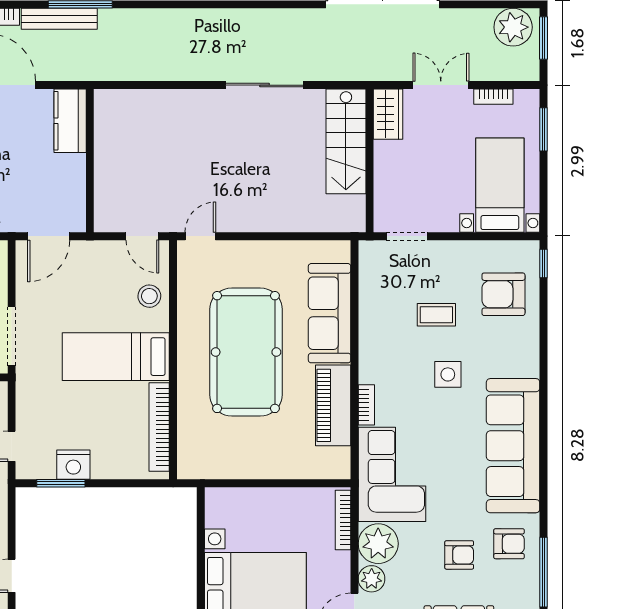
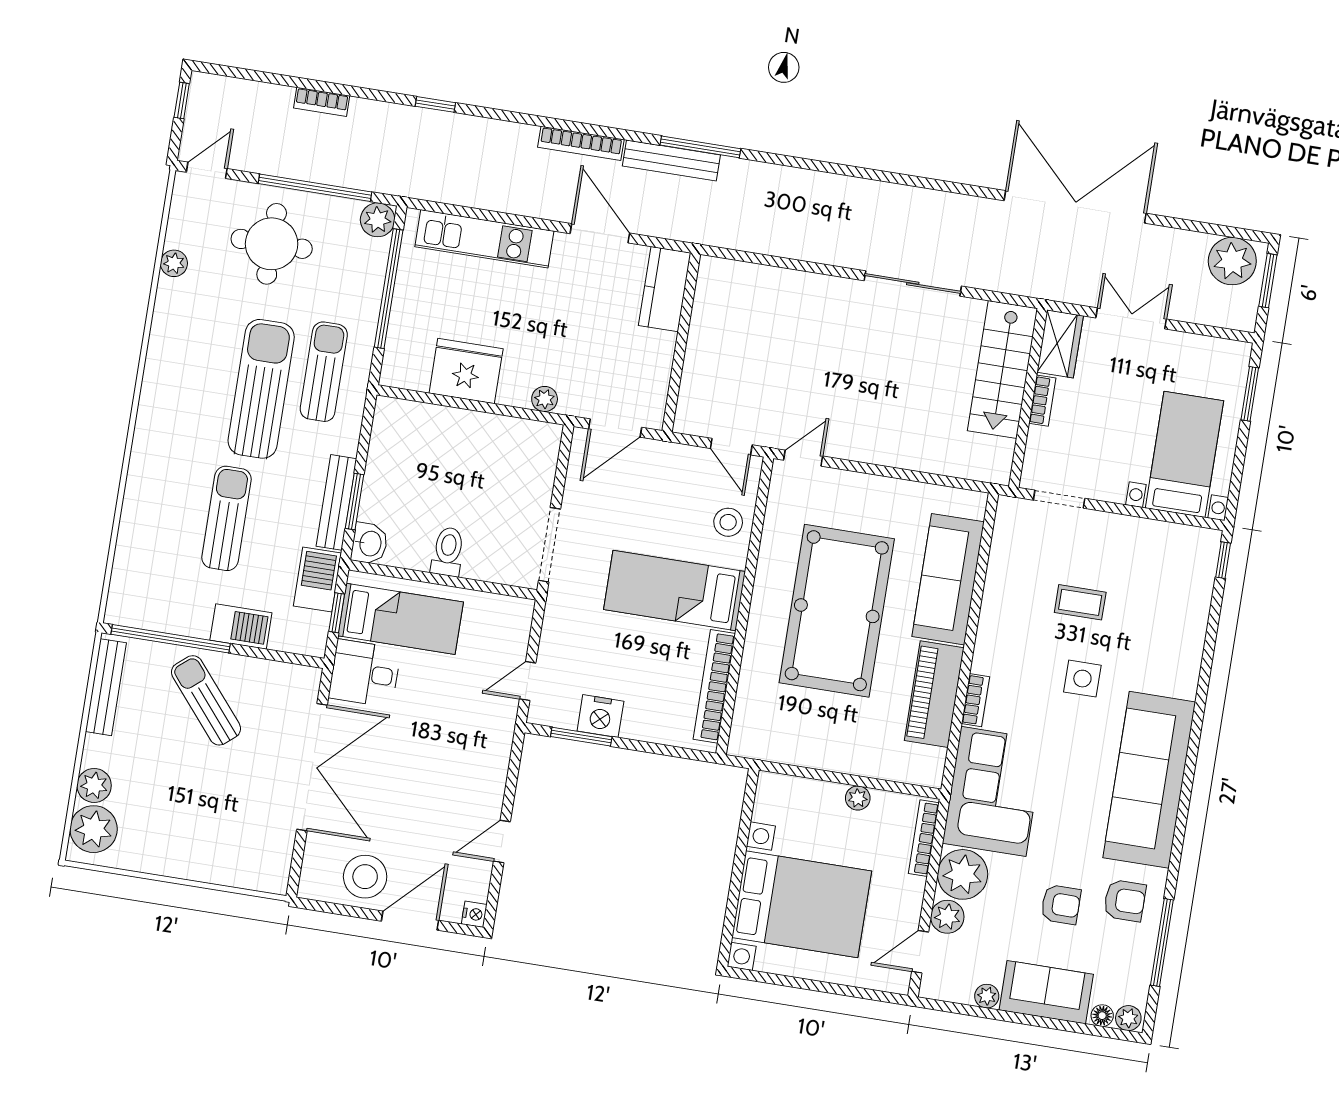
bookcase: (493, 97) -> (1042, 401), moved, turned -90
armchair: (503, 294) -> (1167, 590), removed
plant: (286, 497) -> (858, 798), added

